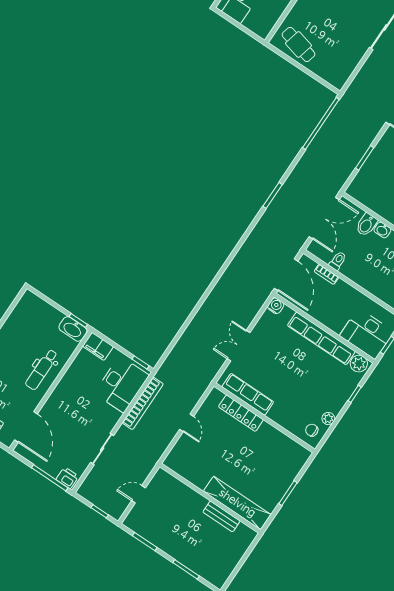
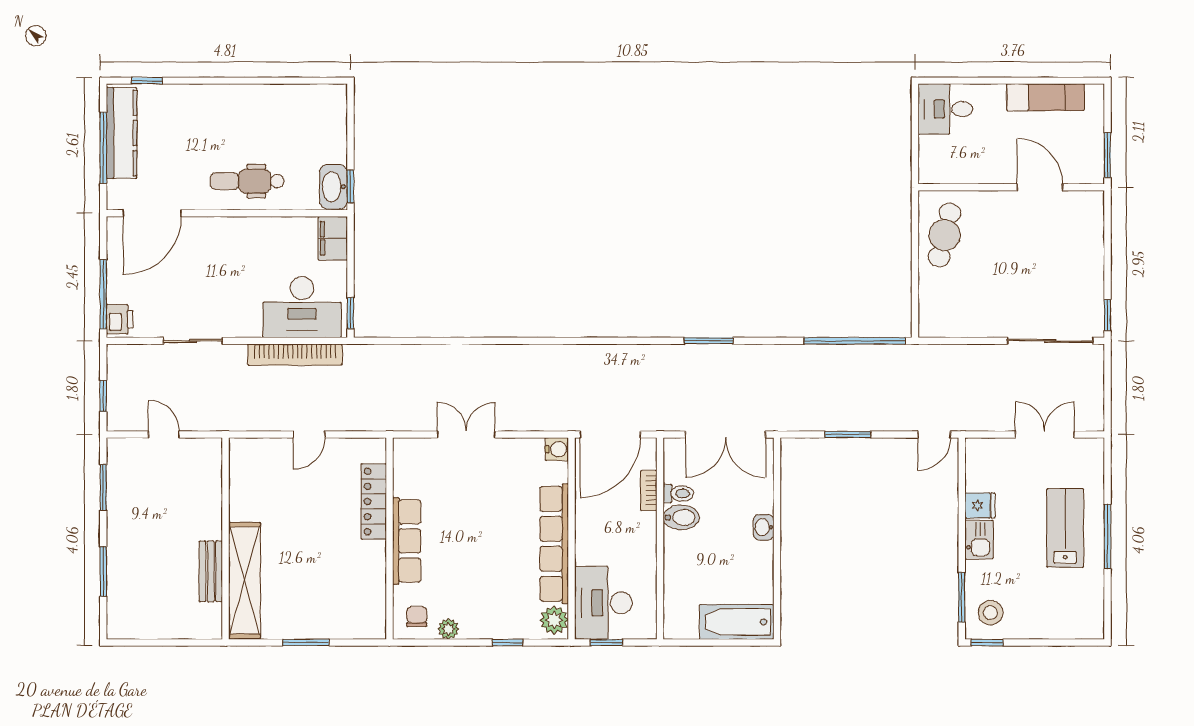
bidet: (366, 225) -> (681, 517), moved, turned 180
row of seats: (248, 394) -> (407, 541), moved

